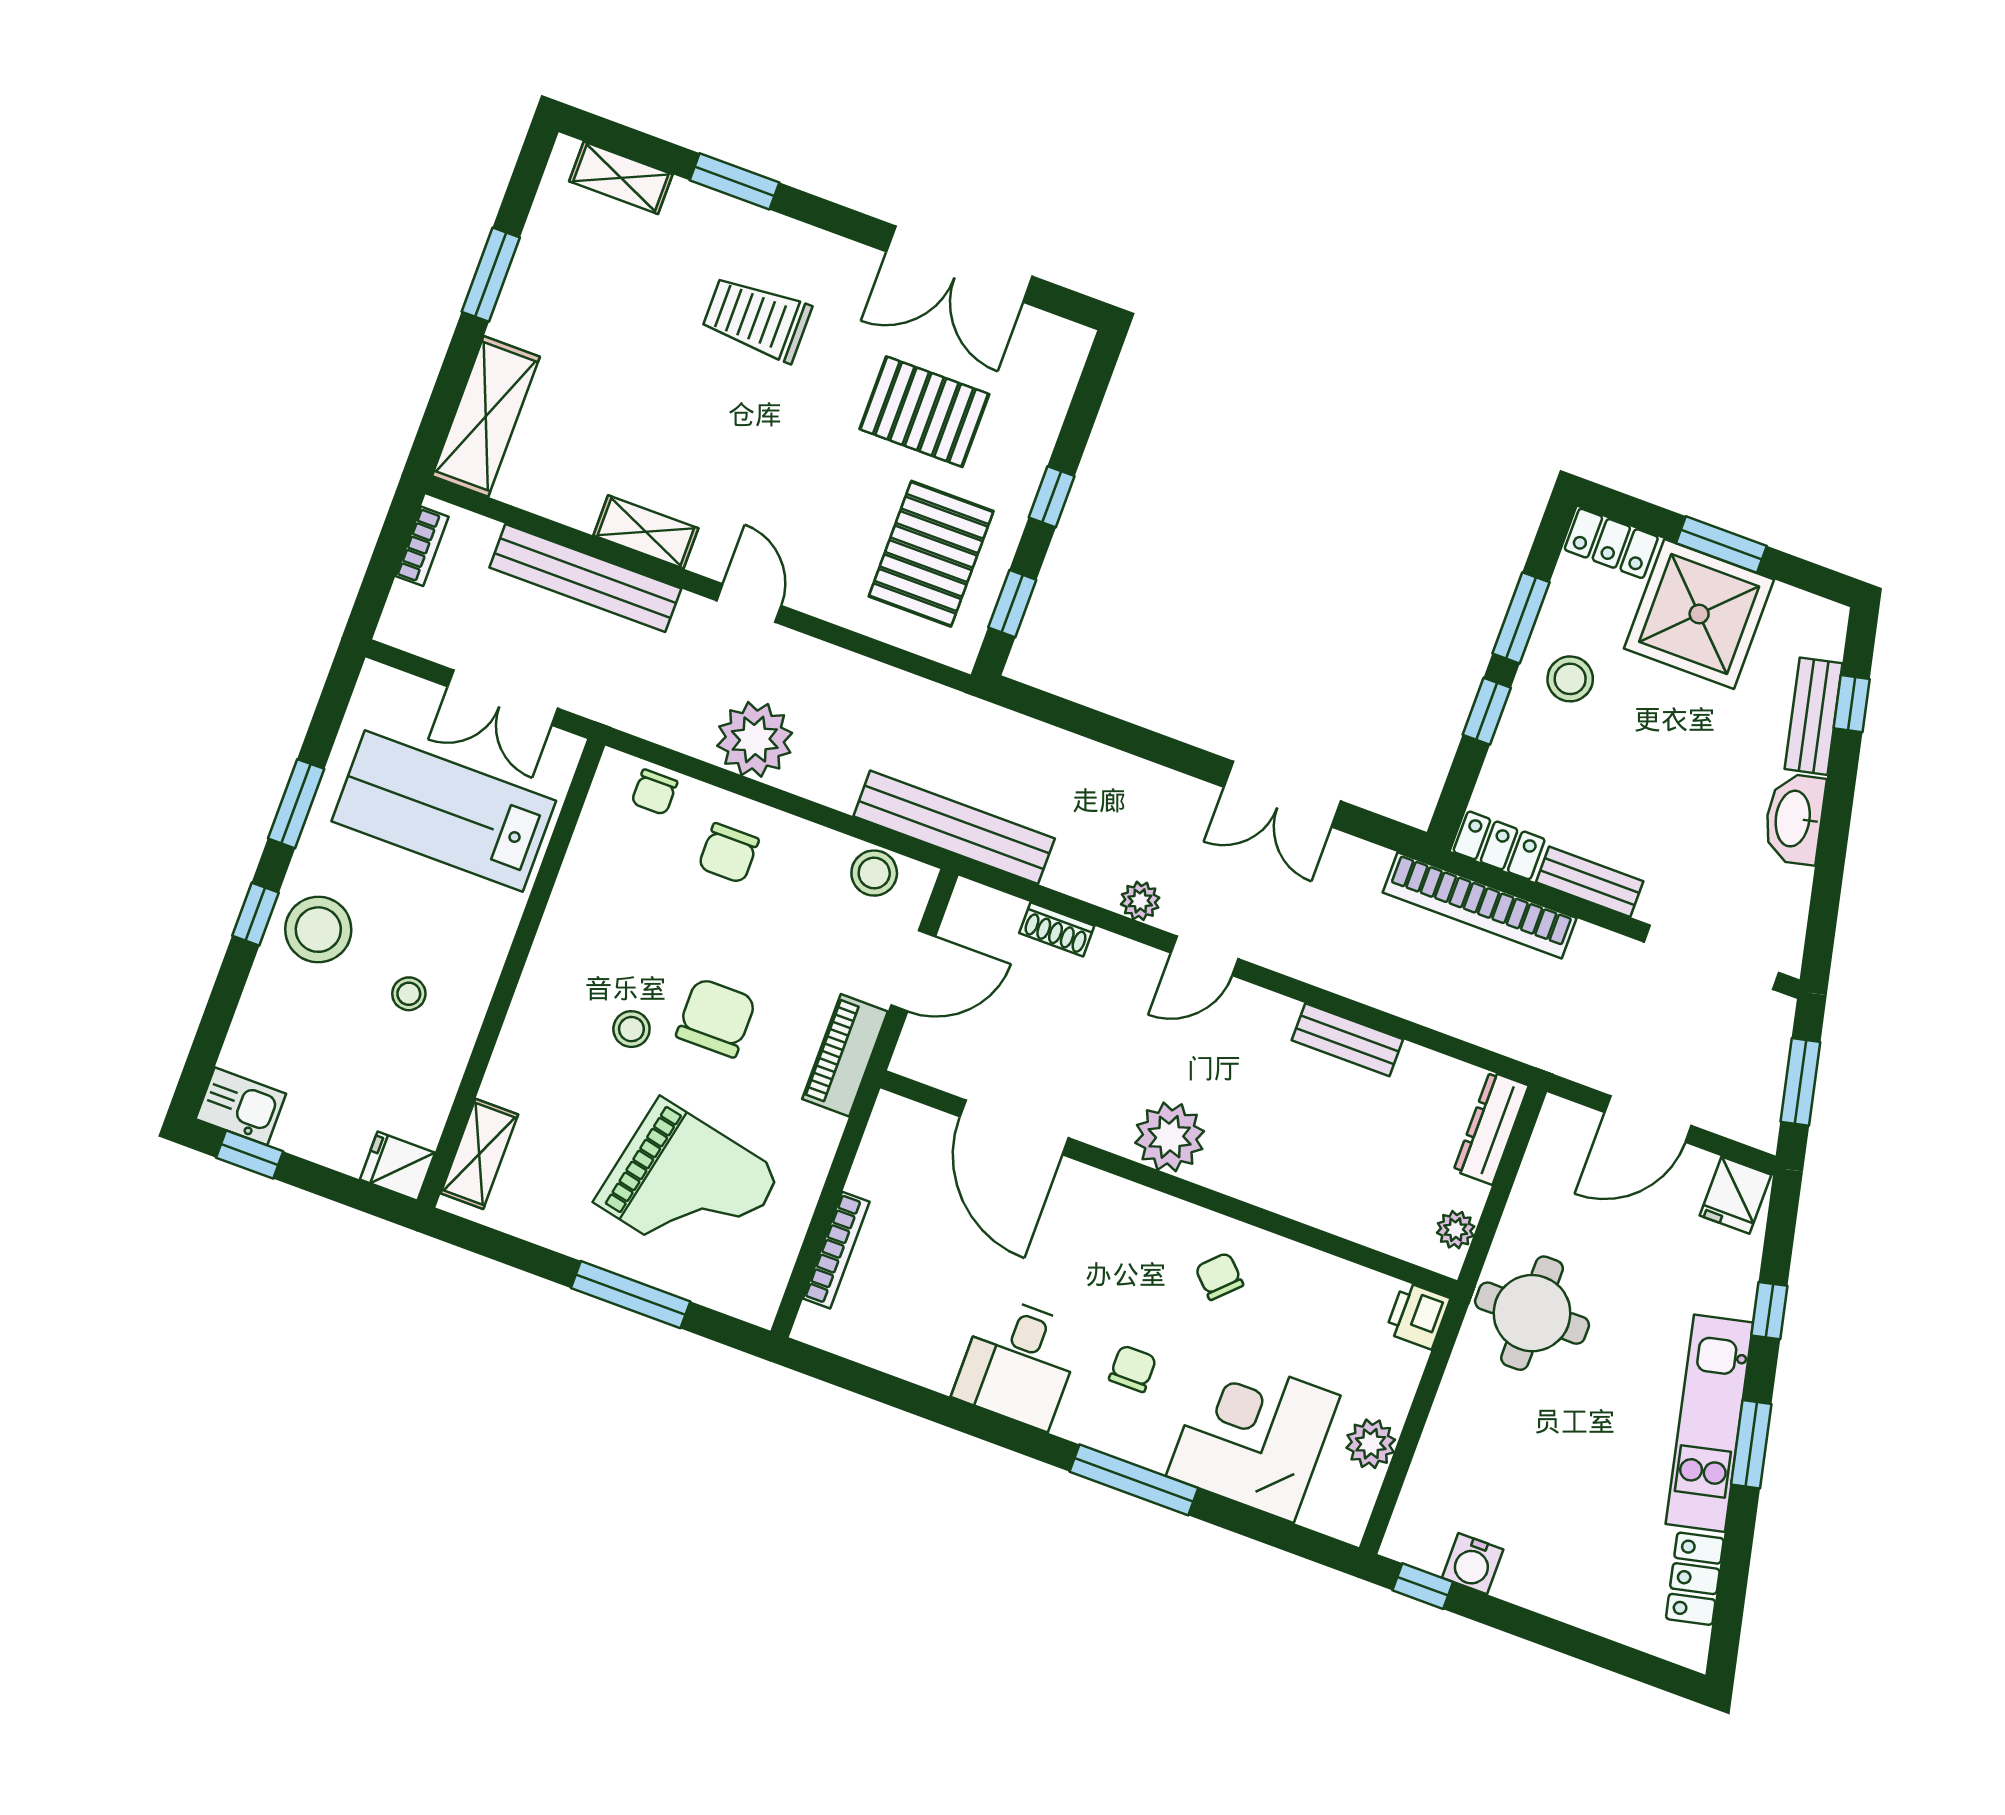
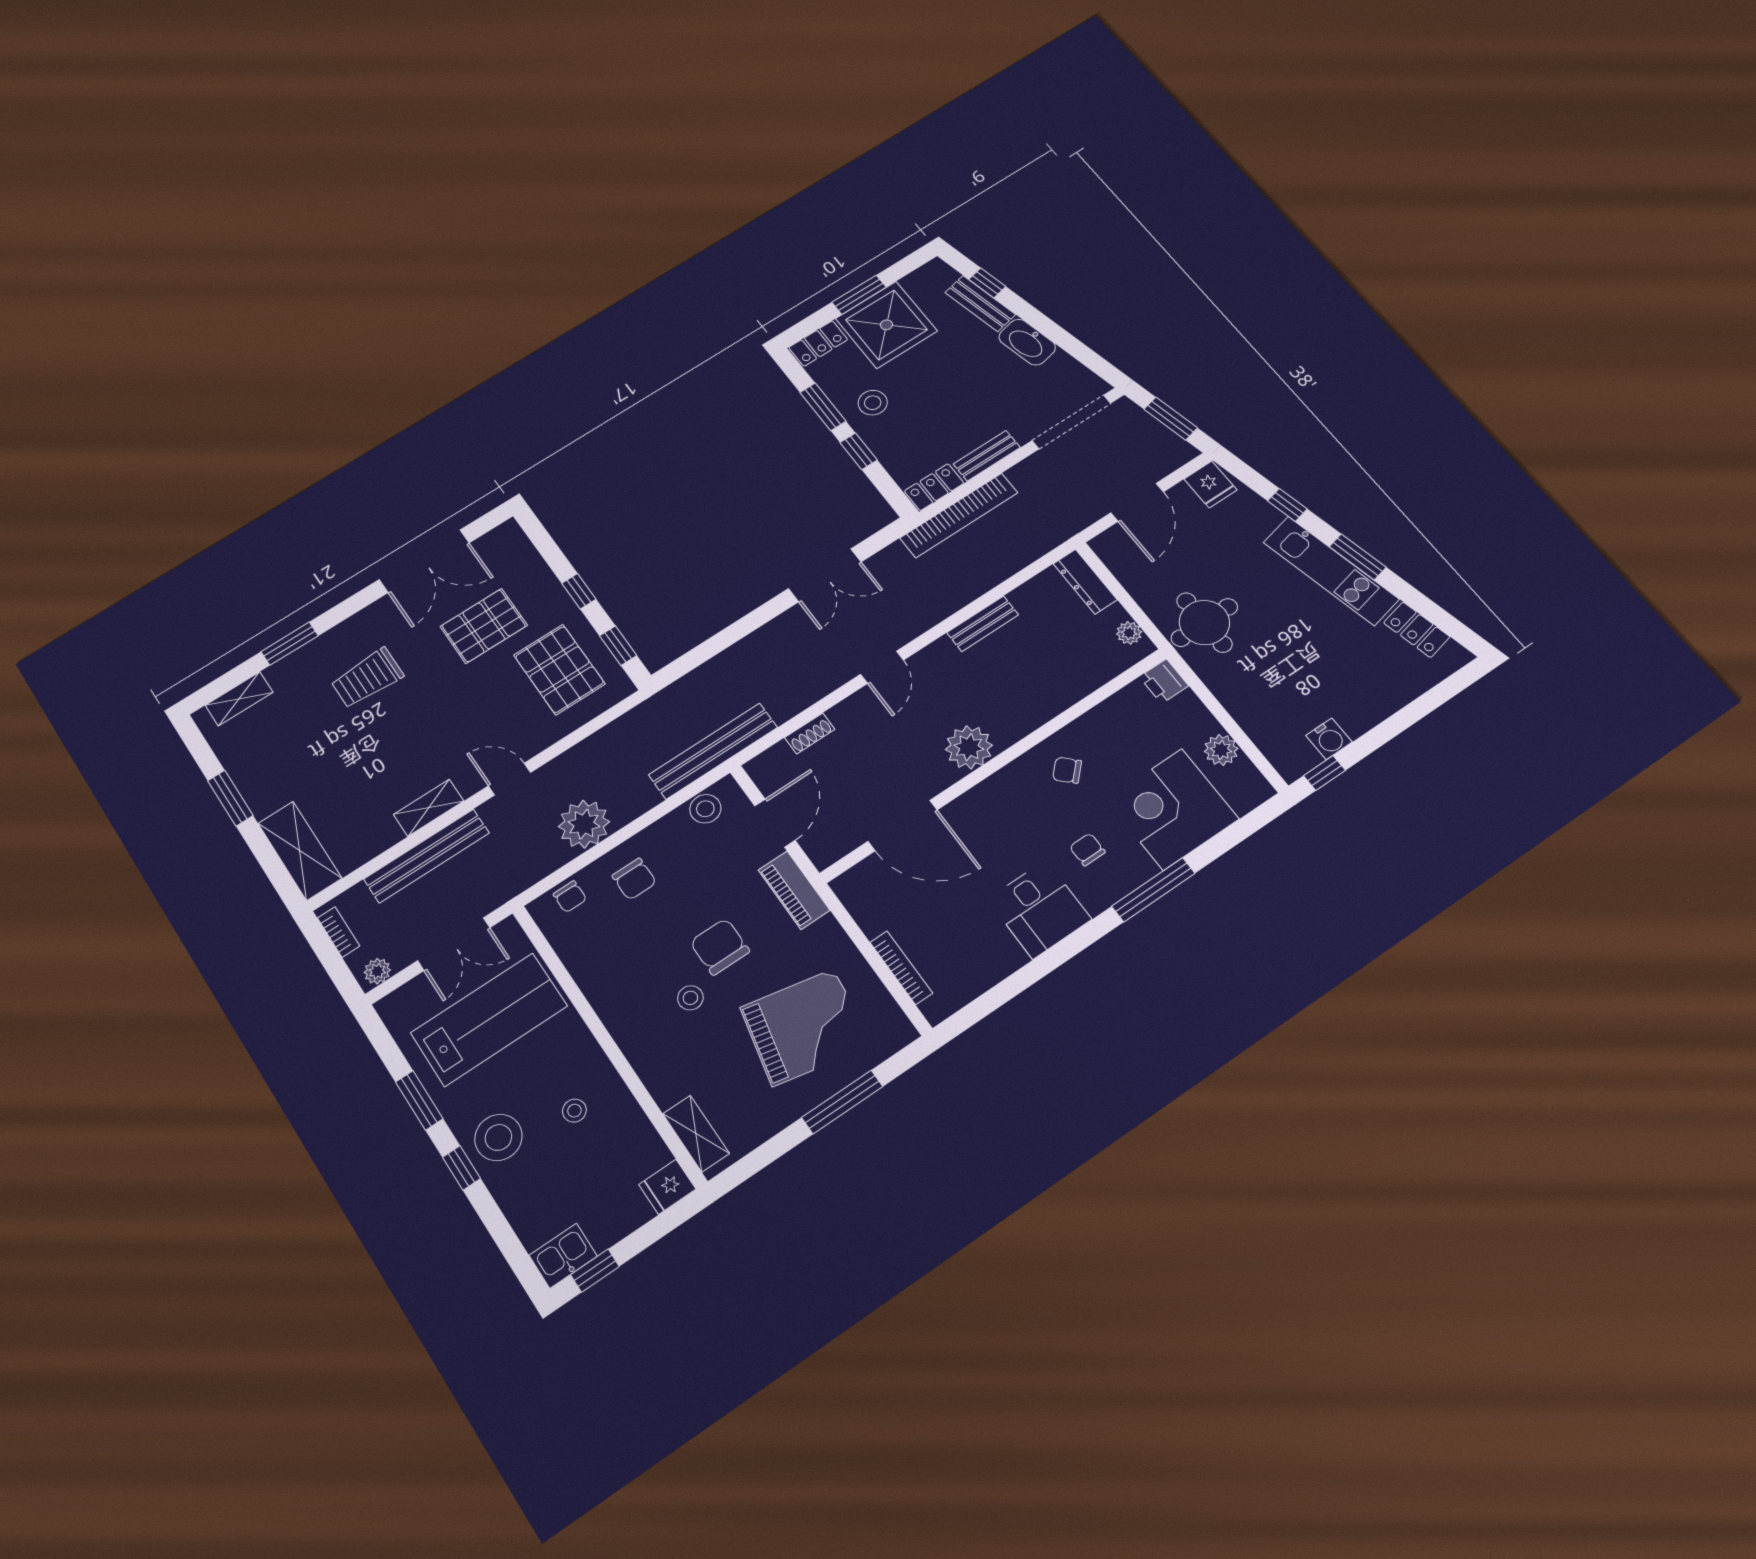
lab bench: (444, 811) -> (489, 1019), turned 180
plant: (1140, 901) -> (377, 971), moved

